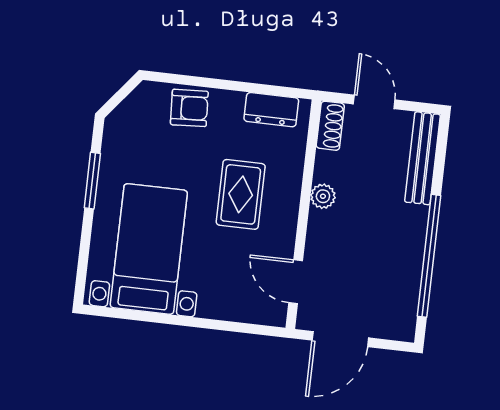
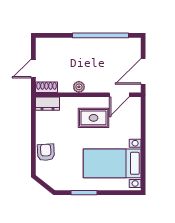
dresser: (271, 110) -> (47, 104), moved, turned 90
bench: (423, 158) -> (56, 44), removed
rug: (241, 194) -> (94, 118), moved
door: (340, 339) -> (143, 71), swing flipped

